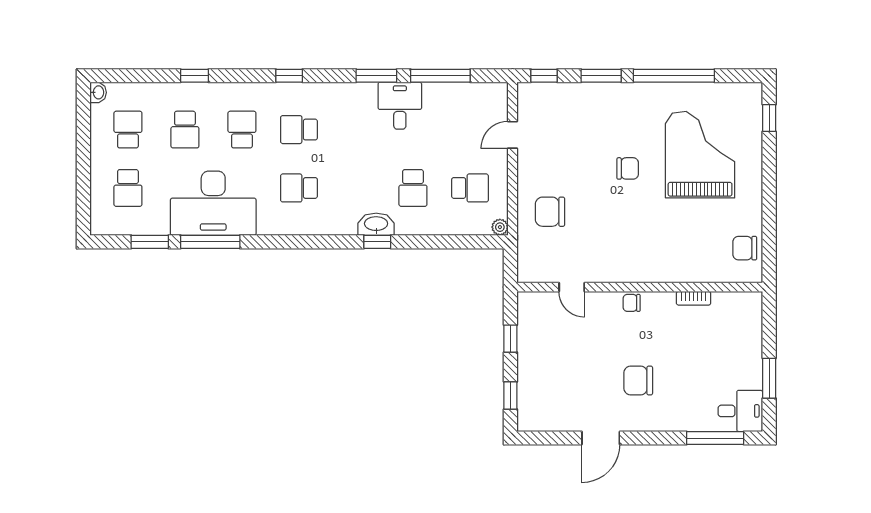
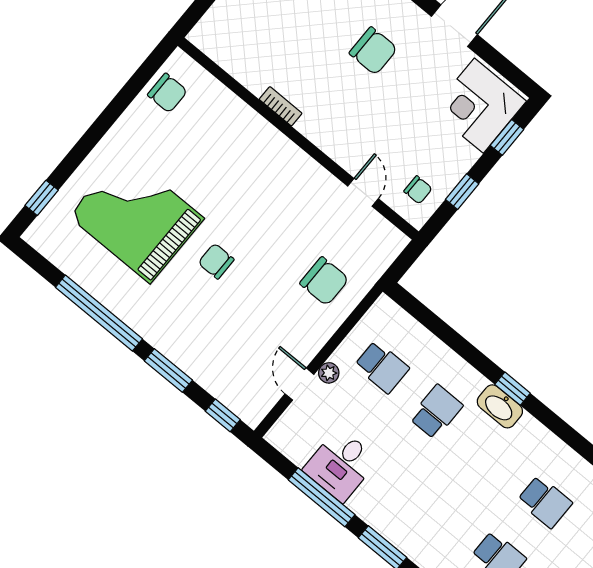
desk: (400, 106) -> (341, 465), moved
door: (512, 135) -> (299, 384), swing flipped
grand piano: (700, 155) -> (136, 217), turned 90
school desk: (470, 188) -> (382, 367), turned 180
plant: (500, 227) -> (329, 373), moved
bookcase: (694, 298) -> (281, 106), moved
chair: (632, 303) -> (418, 190), moved
corner desk: (544, 401) -> (479, 106), added

